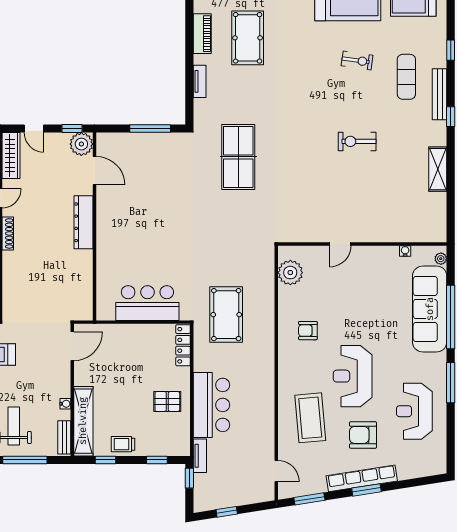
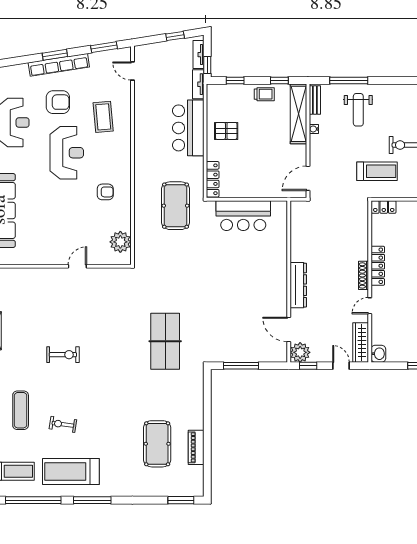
tv unit: (200, 81) -> (198, 55), moved
water cooler: (405, 251) -> (22, 260), removed
coffee table: (310, 418) -> (103, 117), width x0.73, depth x0.76

